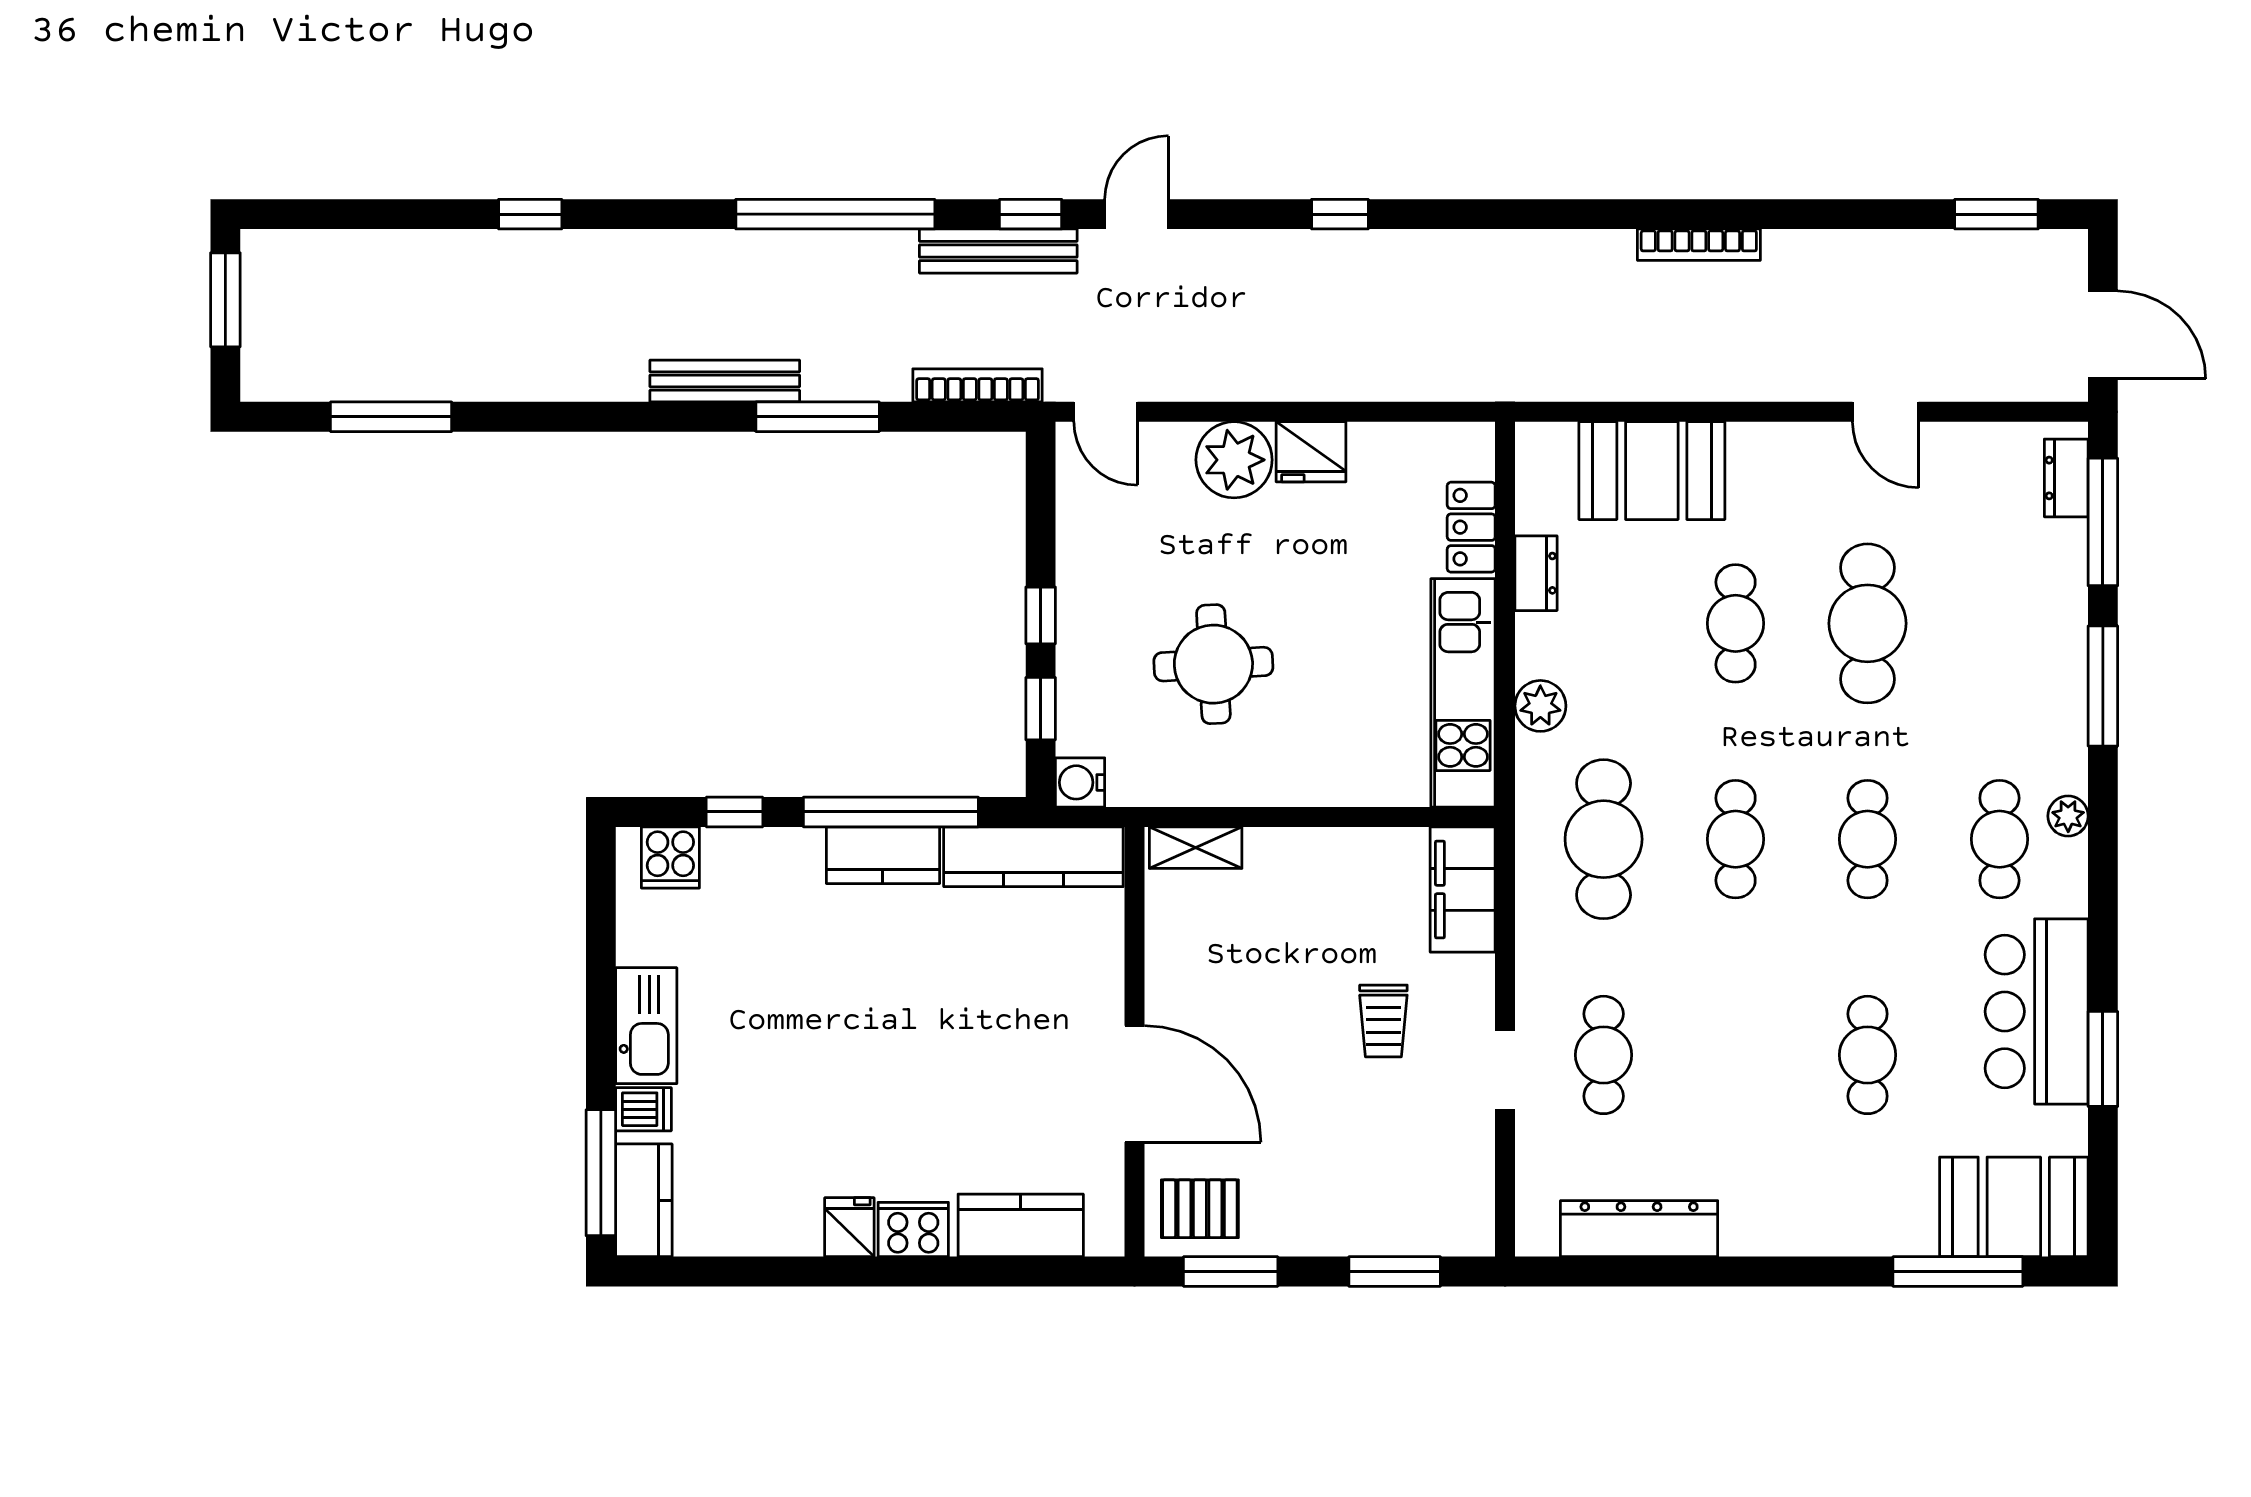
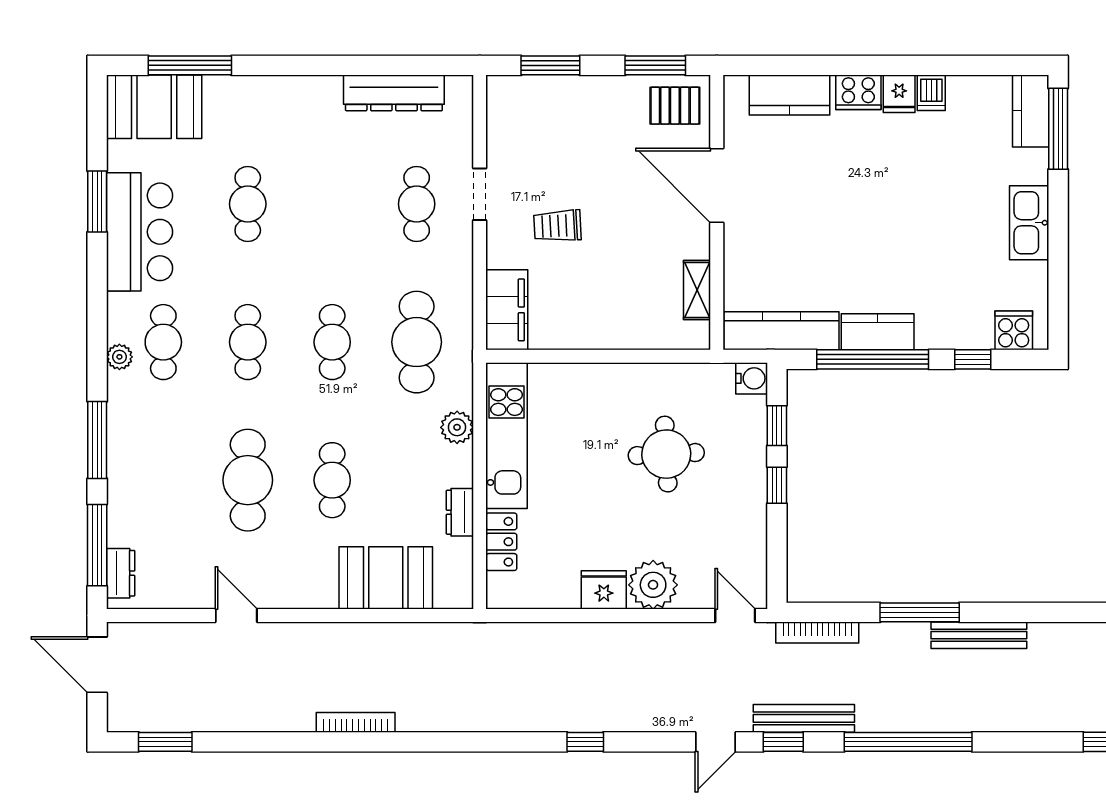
shelving: (1196, 848) -> (697, 290), moved, turned 90
trolley: (1383, 1021) -> (557, 226), turned -93
dishwasher: (644, 1109) -> (931, 93), moved, turned -90

